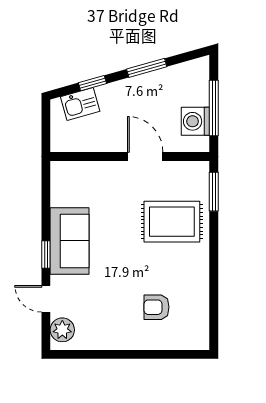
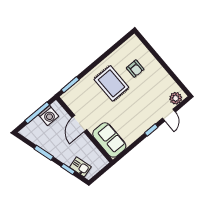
rug: (172, 222) -> (111, 83), moved
sofa: (70, 241) -> (109, 140), moved, turned 90

